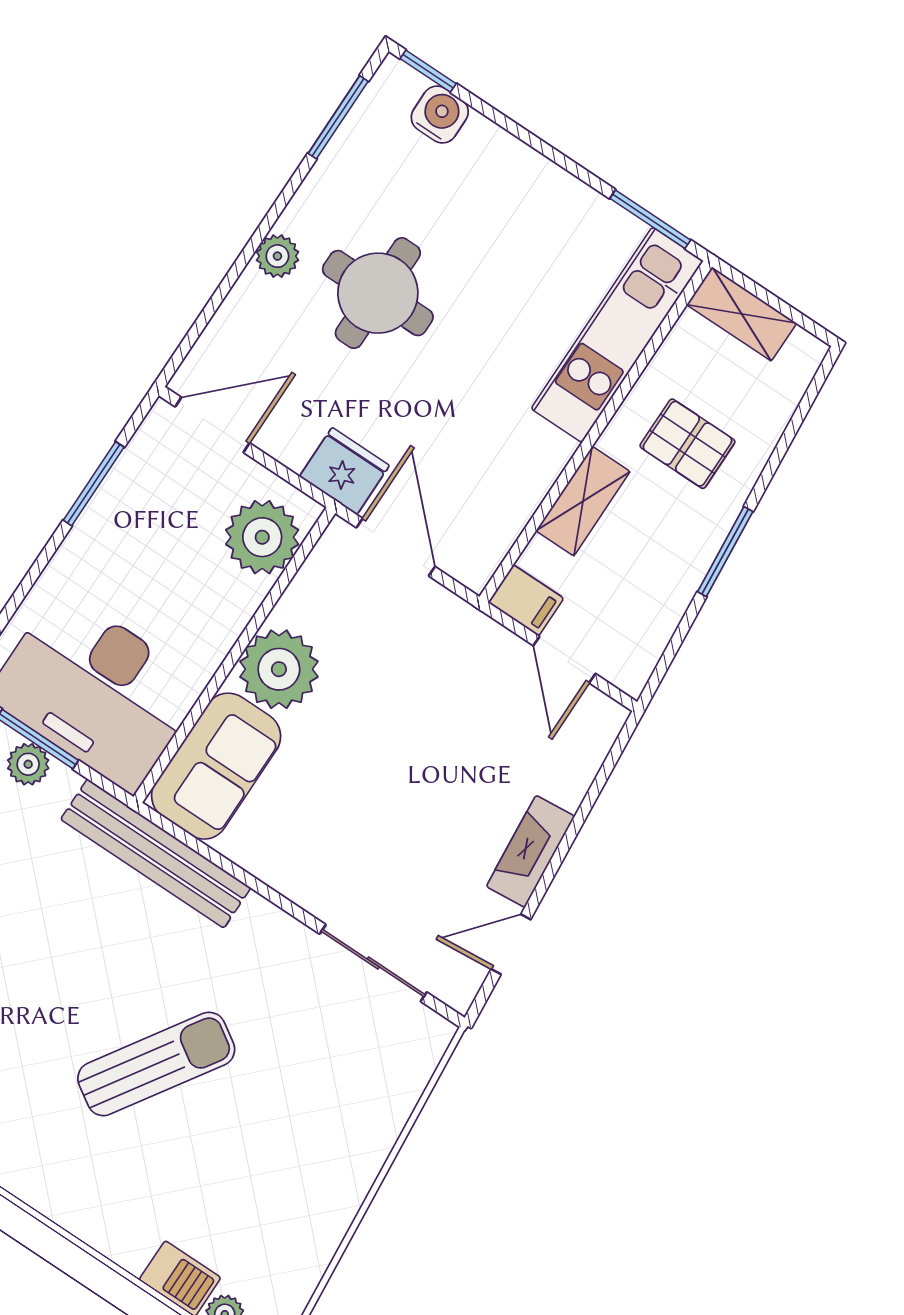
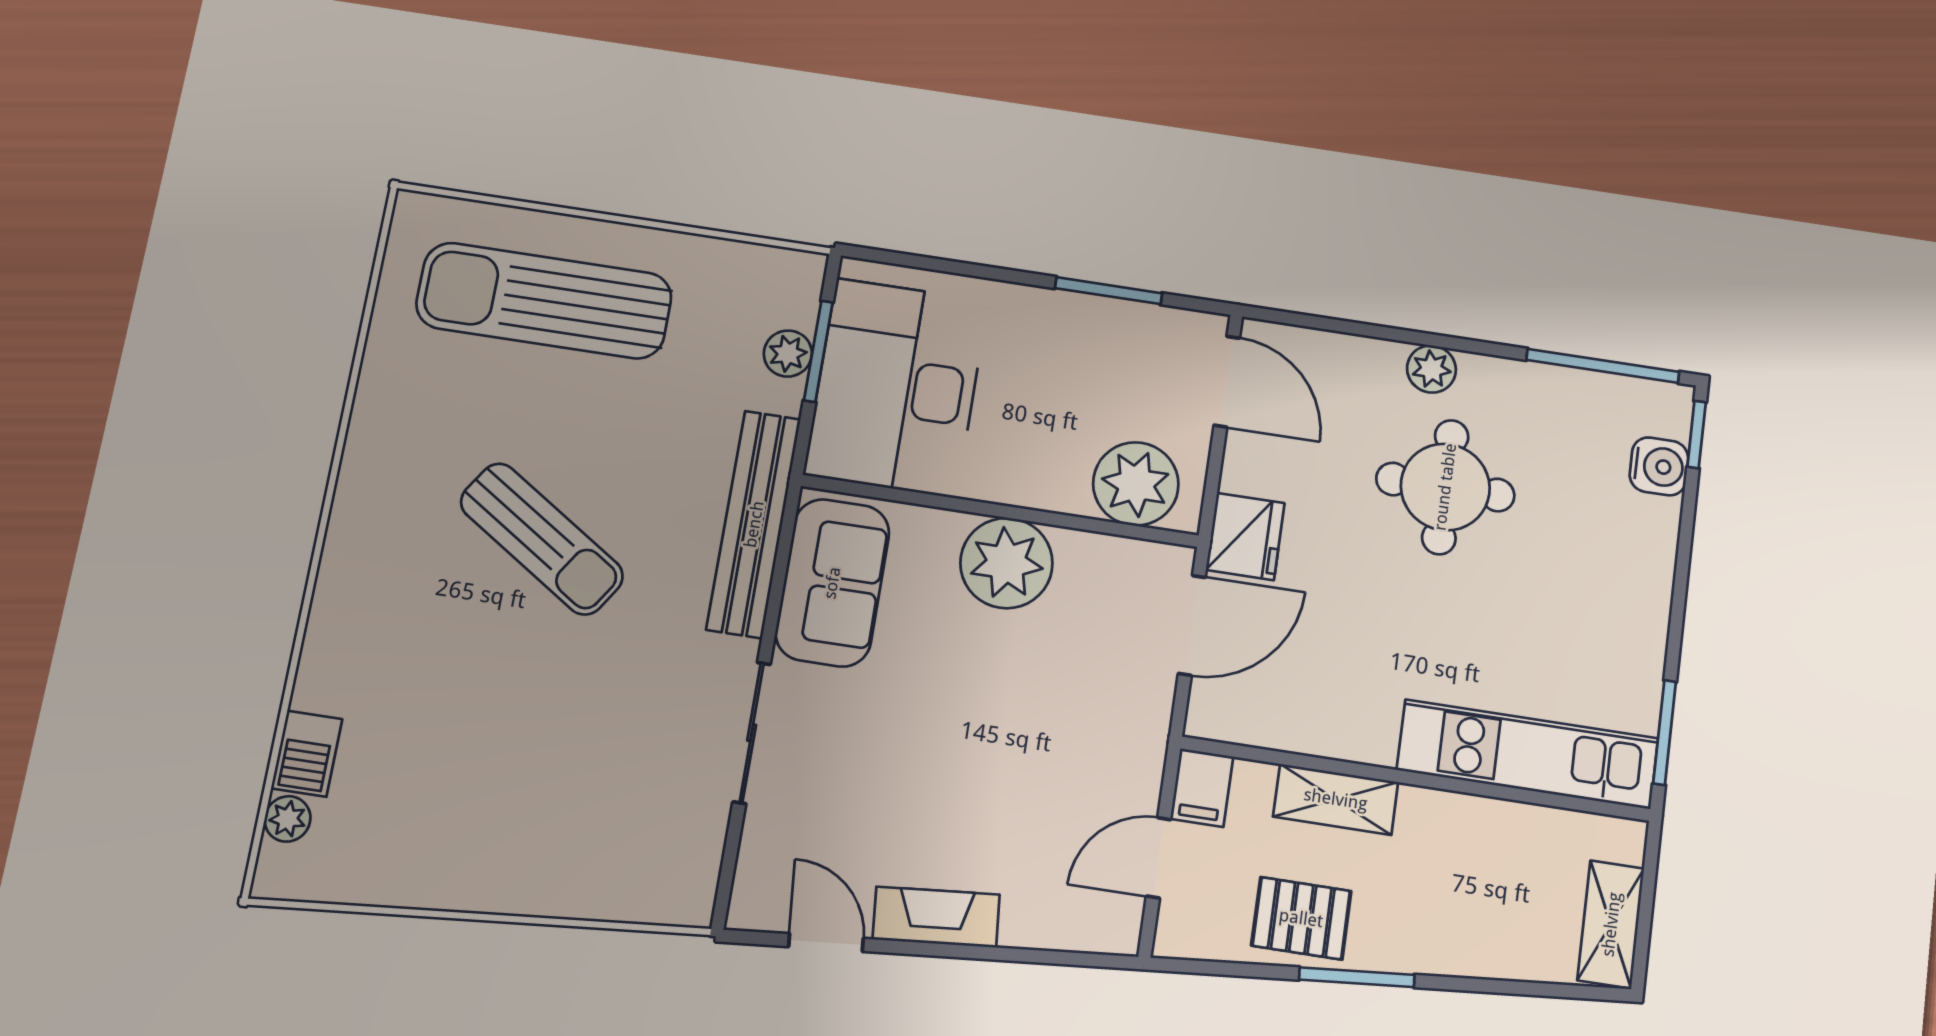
window: (338, 117) -> (1603, 366), width x1.44
shelving: (742, 314) -> (1611, 924), moved
pallet: (687, 444) -> (1301, 918), moved, turned 90
sofa: (216, 766) -> (832, 583), moved, turned -90
sliding door: (373, 963) -> (752, 733), moved
sun lounger: (156, 1064) -> (542, 539), moved

